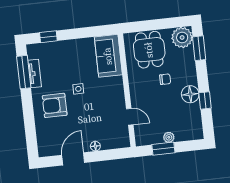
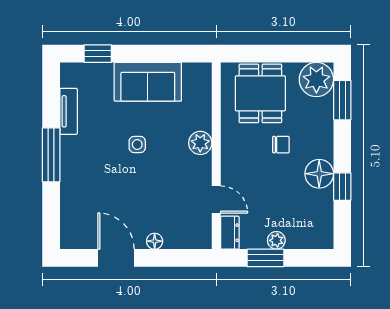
sofa: (108, 56) -> (148, 82), moved, turned -90
window: (24, 72) -> (51, 155), moved
plant: (116, 84) -> (200, 143), added
armchair: (55, 105) -> (95, 167), removed
dresser: (140, 136) -> (230, 233), added
door: (73, 159) -> (116, 258), hinge flipped

